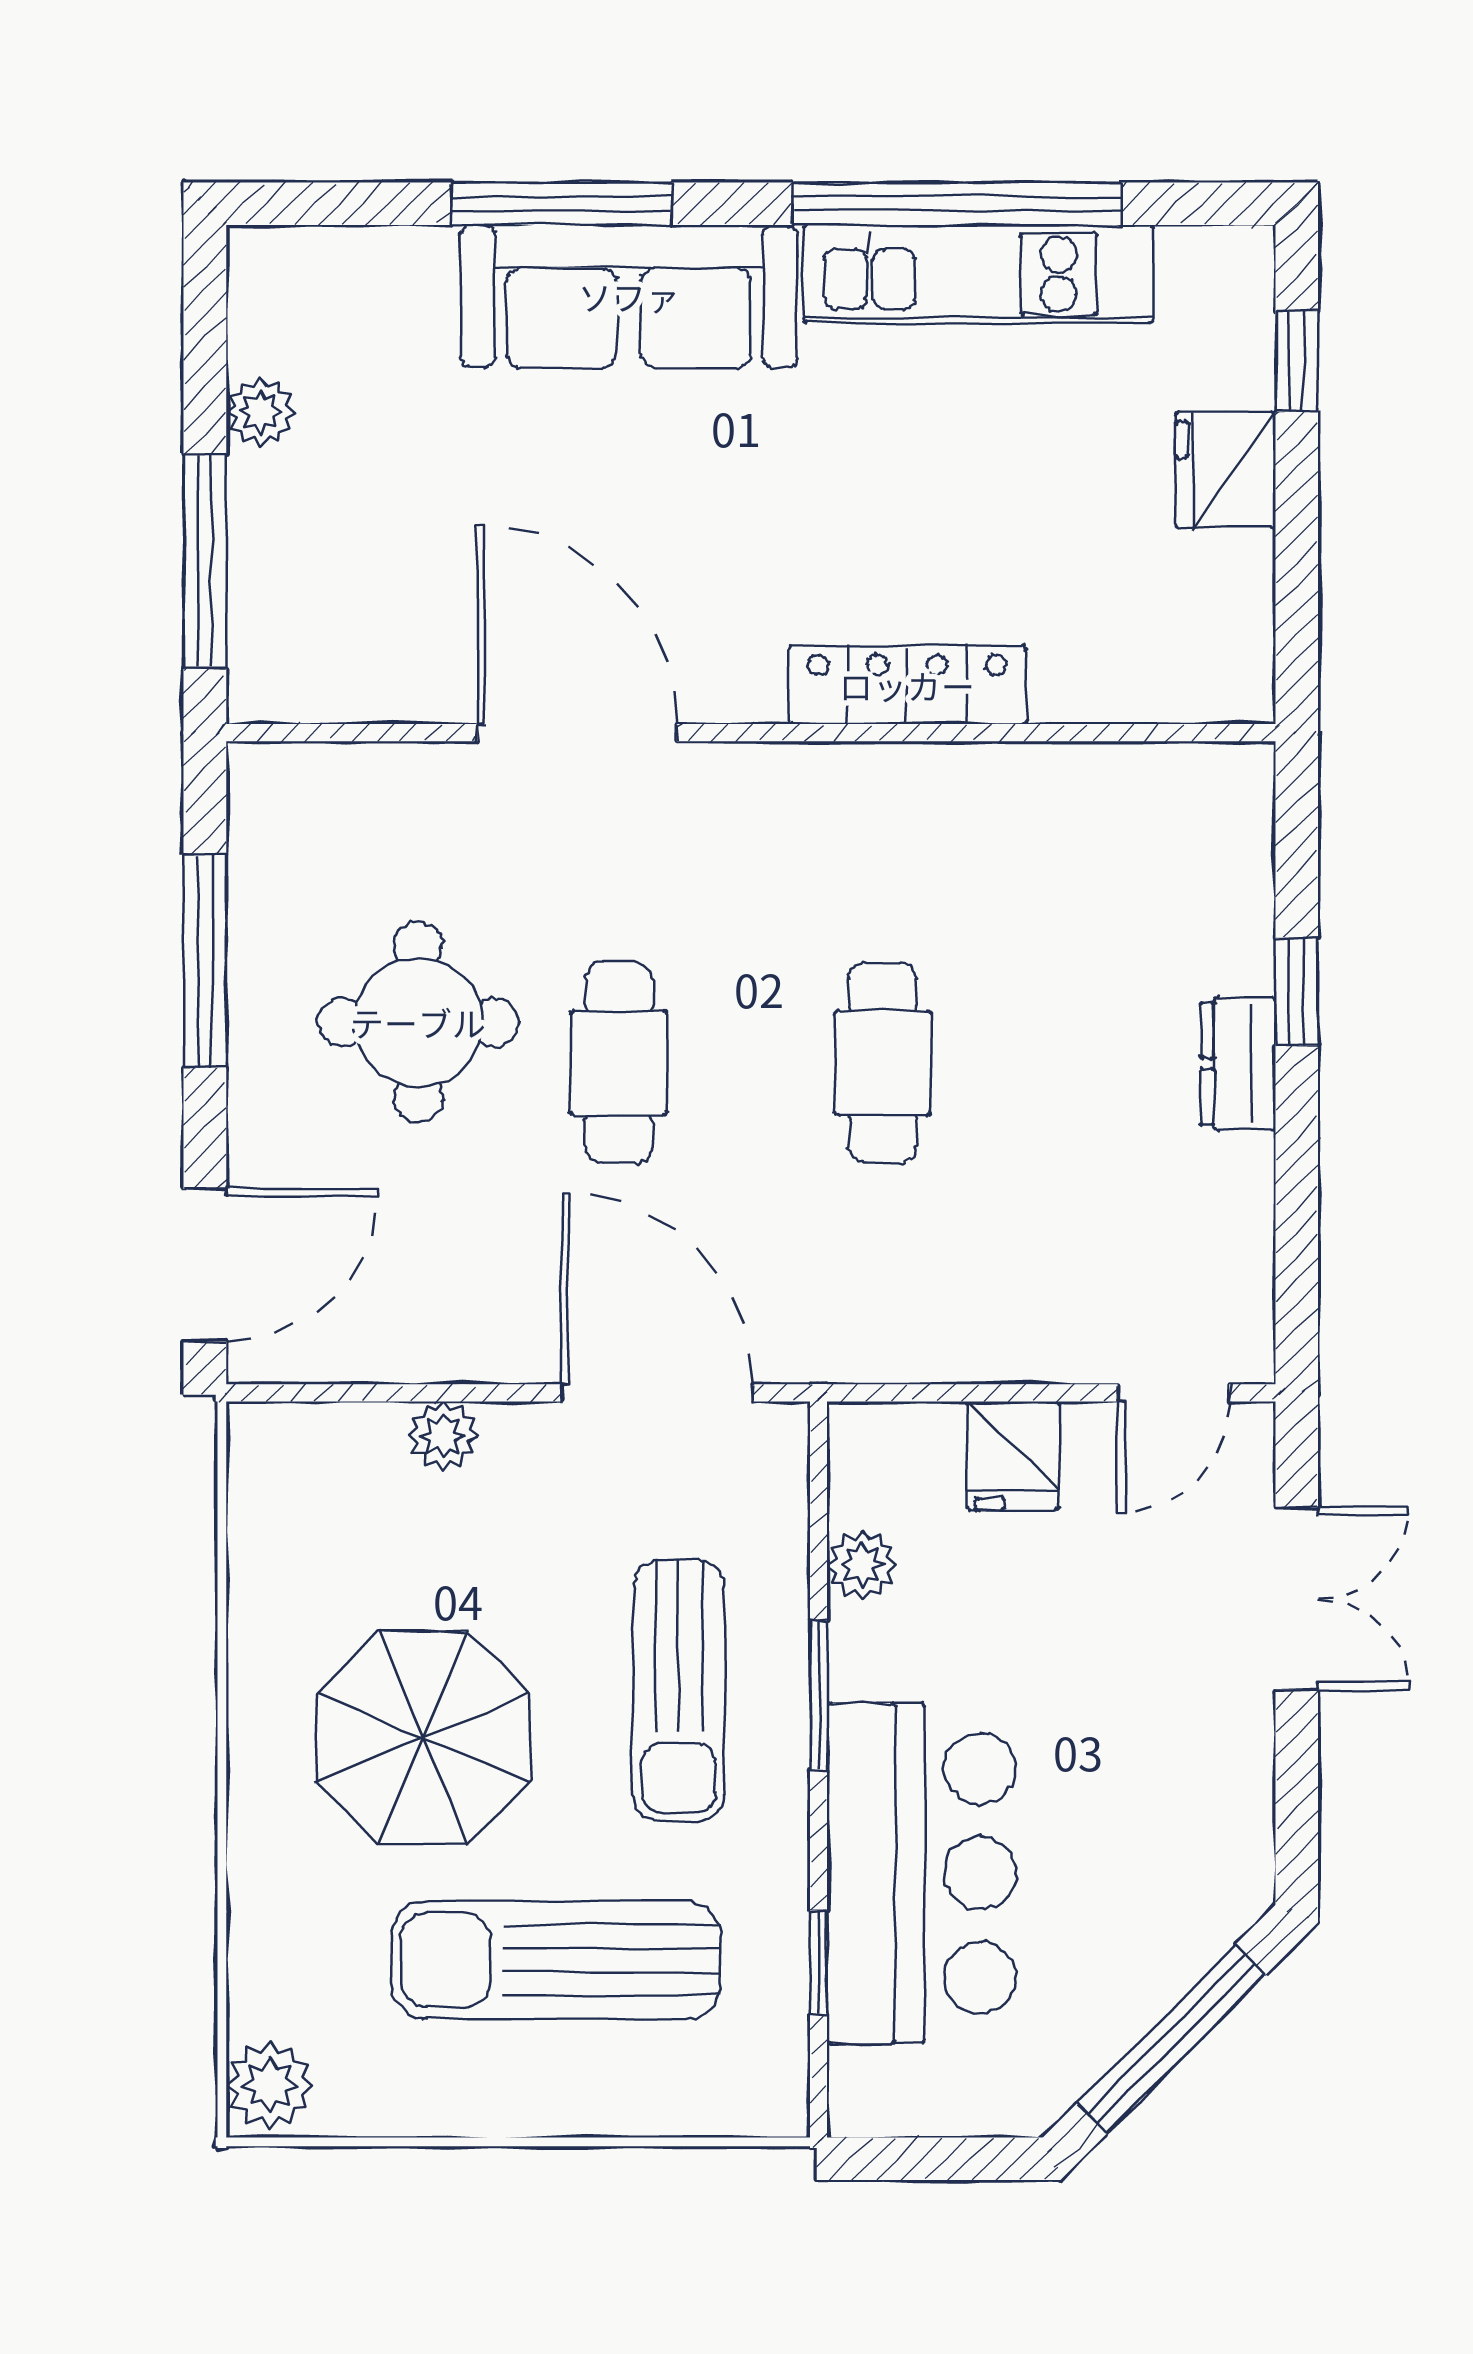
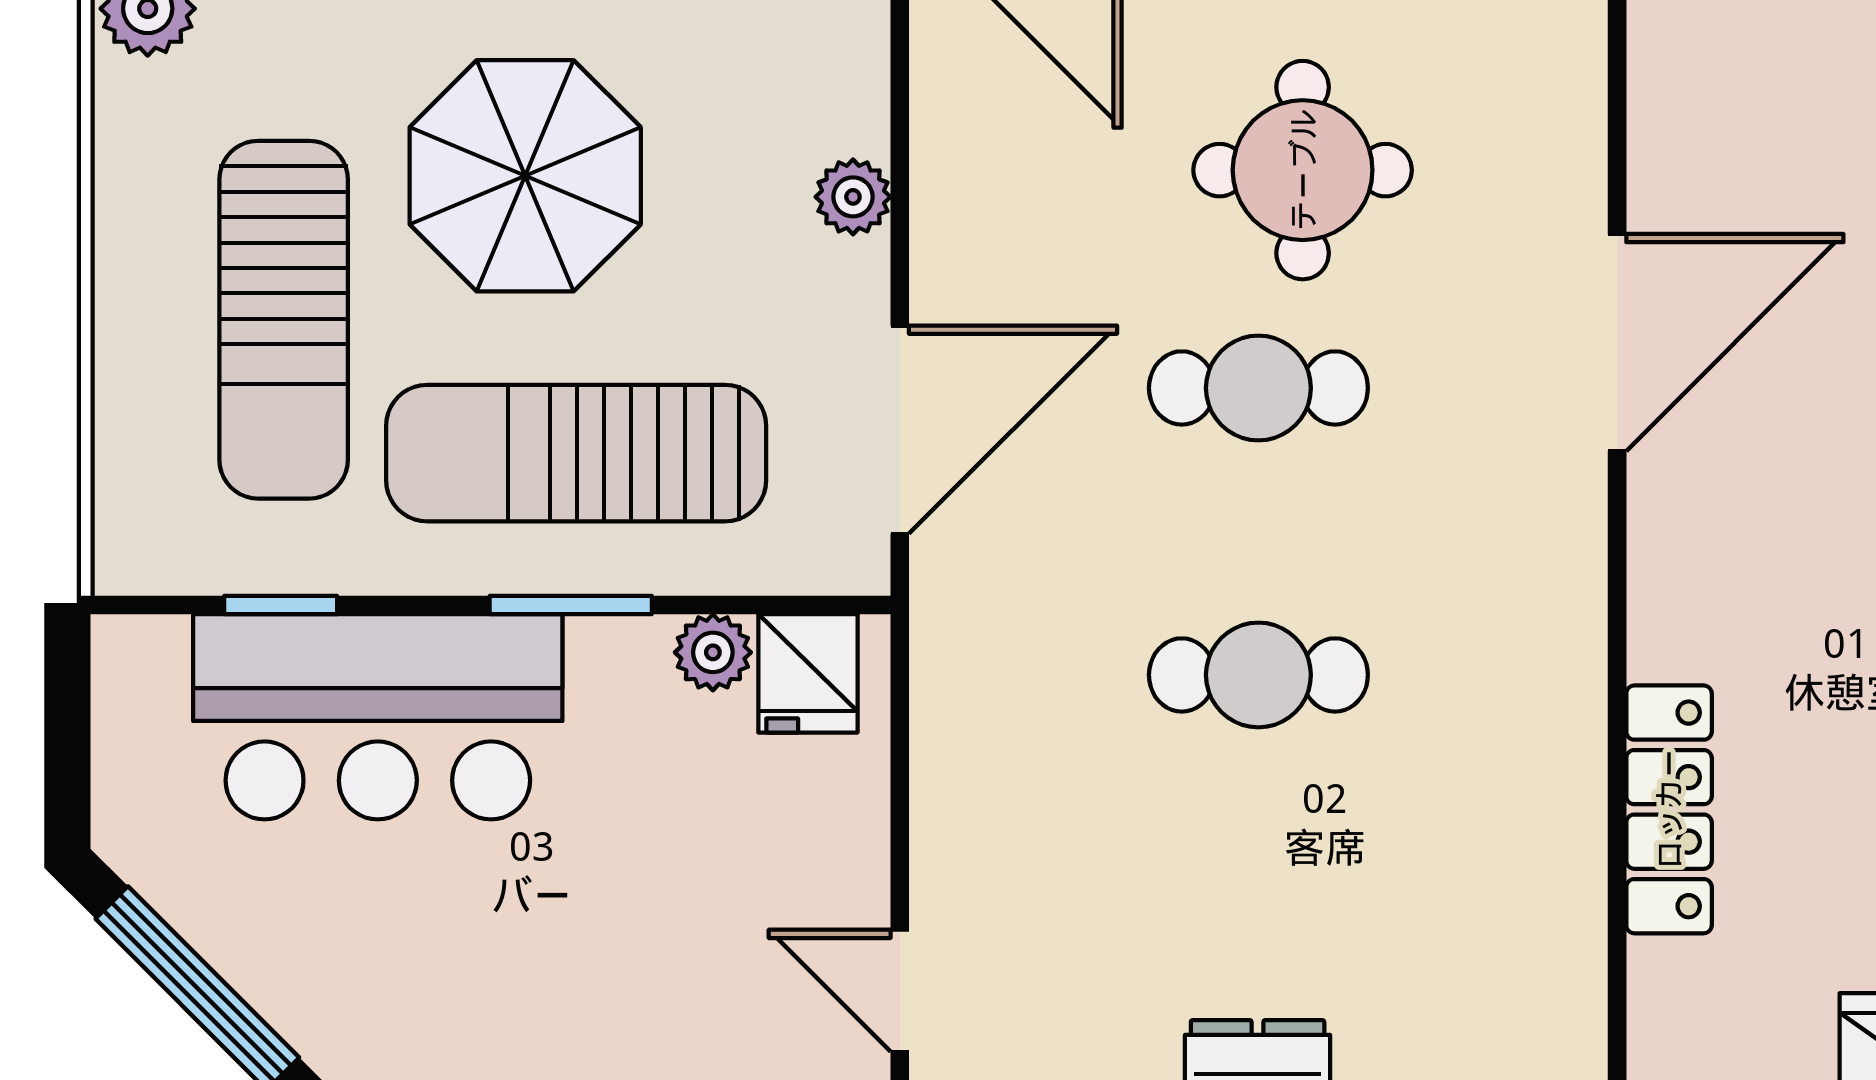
locker: (907, 685) -> (1669, 809), moved
fridge: (1013, 1456) -> (808, 673), moved, turned -90
sun lounger: (679, 1691) -> (576, 453), width x1.36, depth x1.34
sun lounger: (556, 1960) -> (284, 320), turned 180

